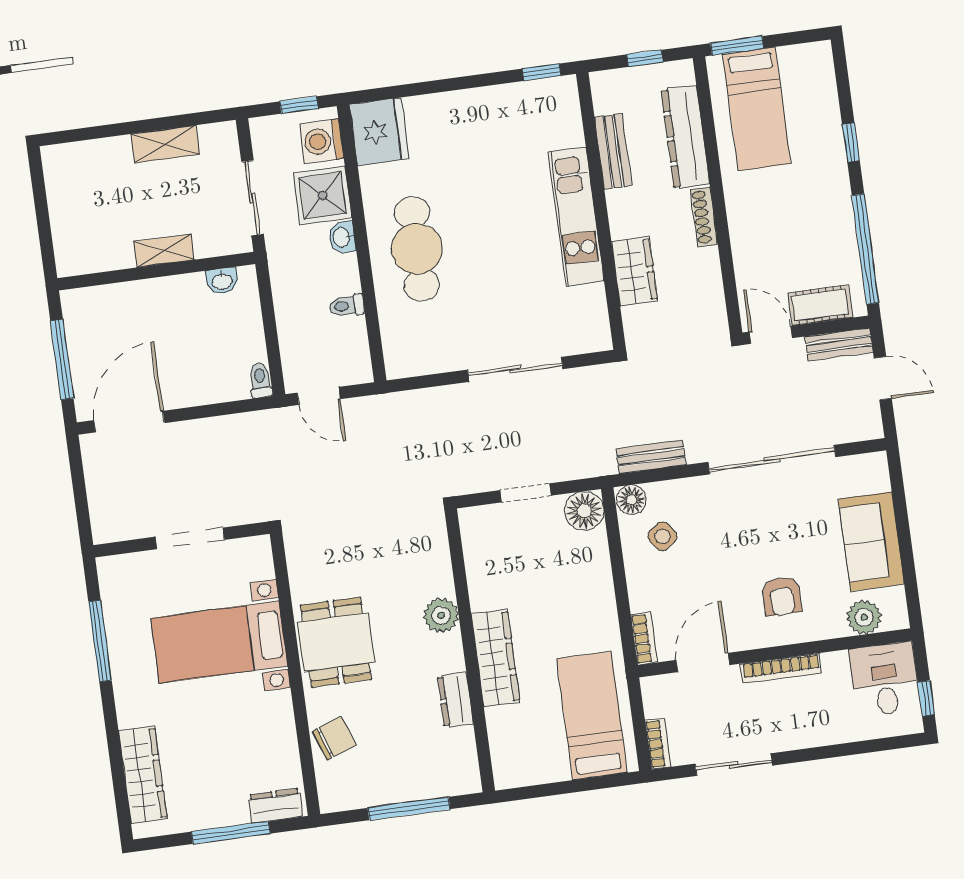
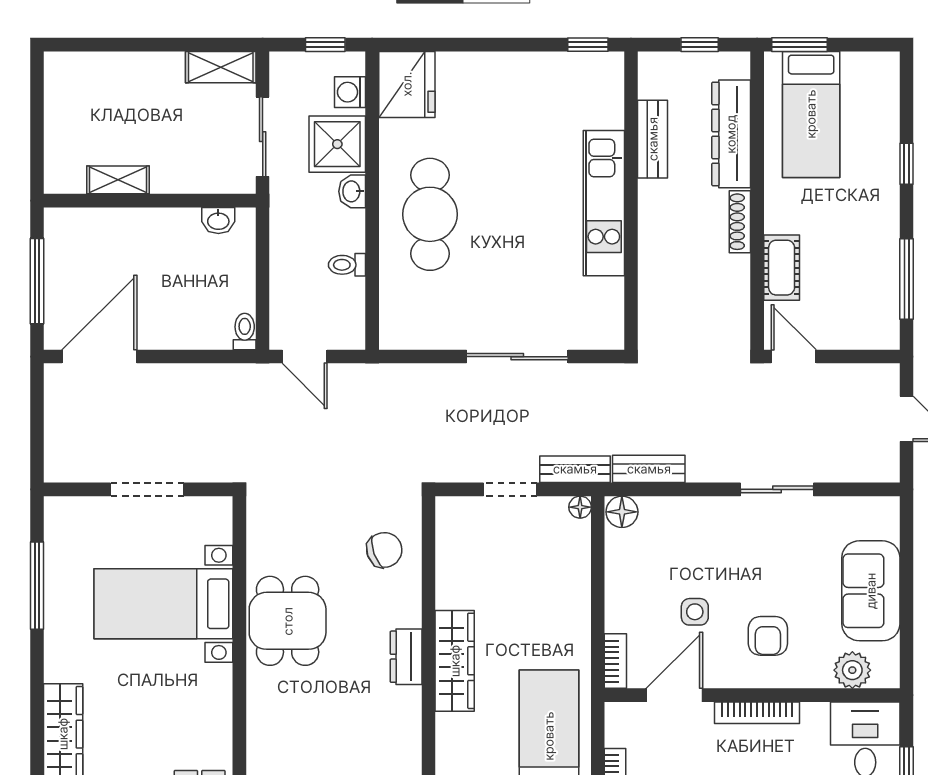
washing machine: (322, 141) -> (350, 92), width x0.73, depth x0.73
shelving: (165, 144) -> (221, 67), moved
window: (865, 249) -> (906, 279), width x0.68
shelving: (164, 251) -> (118, 180), moved
wardrobe: (634, 271) -> (658, 269), removed
cot: (820, 305) -> (782, 268), moved, turned 90
bench: (839, 344) -> (575, 469), moved
sliding door: (772, 460) -> (777, 489), width x0.54
floor lamp: (584, 511) -> (580, 507), width x0.53, depth x0.53
side table: (662, 536) -> (695, 612), moved, turned 36
plant: (441, 615) -> (403, 607), removed
dresser: (455, 700) -> (406, 657), moved
chair: (334, 738) -> (384, 550), moved

